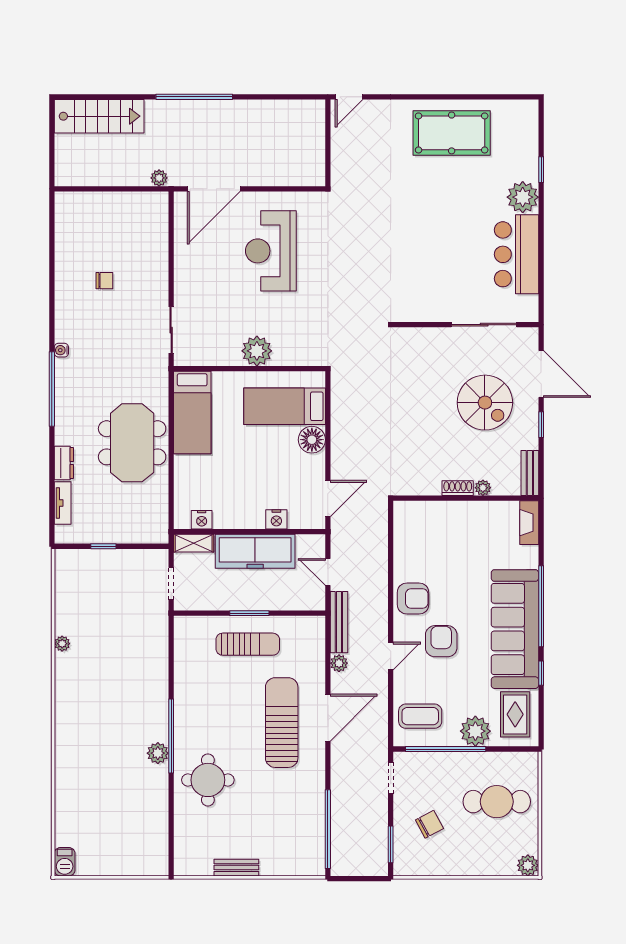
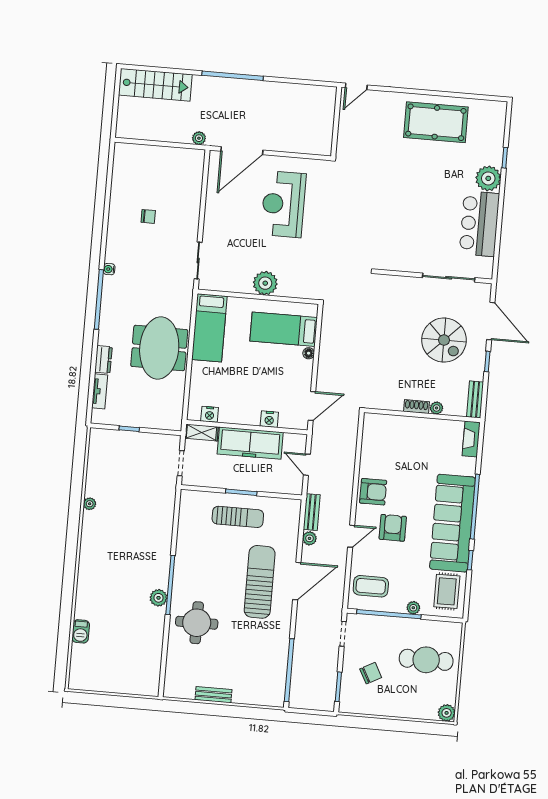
floor lamp: (312, 440) -> (309, 353), width x0.53, depth x0.53
bench: (339, 622) -> (312, 512), width x0.73
plant: (475, 731) -> (413, 608), width x0.53, depth x0.53
barbecue: (65, 862) -> (81, 631), moved

